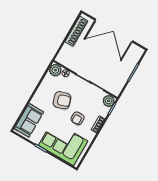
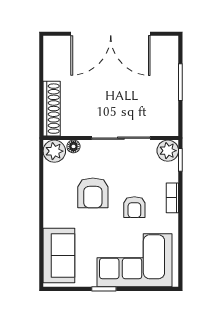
shoe rack: (76, 31) -> (52, 109), moved
armchair: (62, 100) -> (93, 193), turned 107

